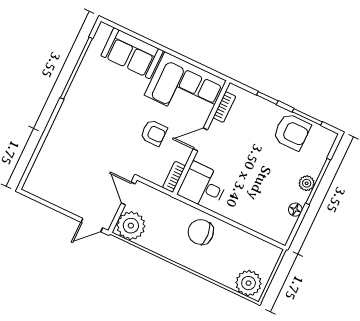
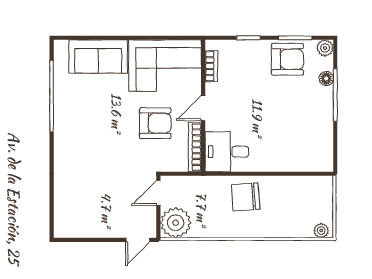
armchair: (154, 133) -> (155, 123), width x1.38, depth x1.38
bookcase: (174, 177) -> (195, 147), width x1.56
plant: (307, 183) -> (325, 48), moved
door: (128, 193) -> (158, 193), hinge flipped
floor lamp: (295, 210) -> (326, 78), moved
plant: (249, 283) -> (321, 231), width x0.53, depth x0.53

